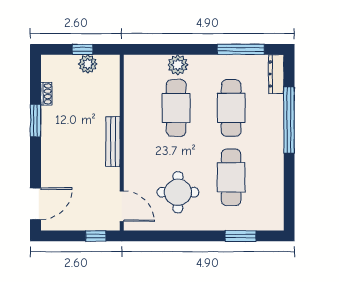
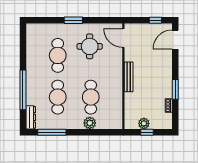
window: (96, 236) -> (155, 20), moved
window: (240, 236) -> (73, 20), moved

